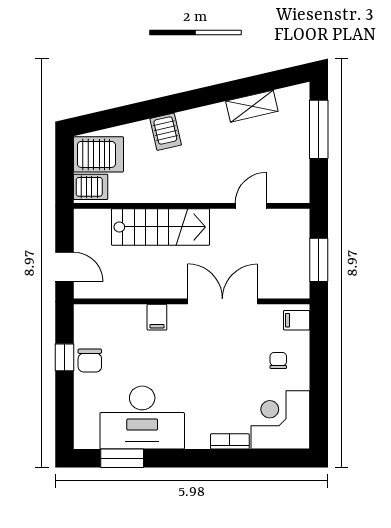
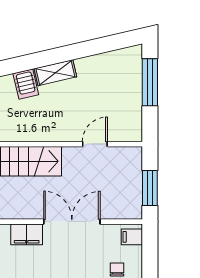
shelving: (252, 106) -> (55, 73), moved
filing cabinet: (157, 317) -> (27, 234), width x2.00

